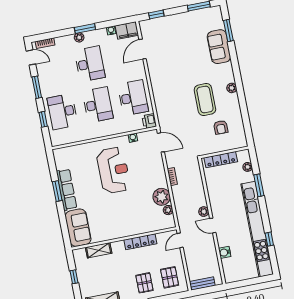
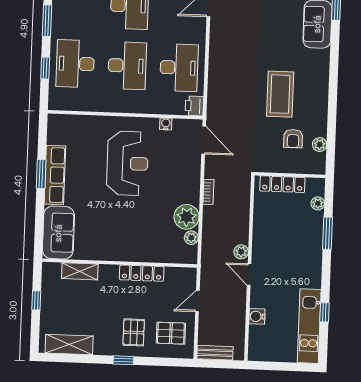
plant: (232, 88) -> (320, 145), moved
kitchen unit: (257, 229) -> (309, 326), width x0.54
door: (180, 240) -> (197, 301), moved
pallet: (170, 277) -> (171, 333), turned 90

